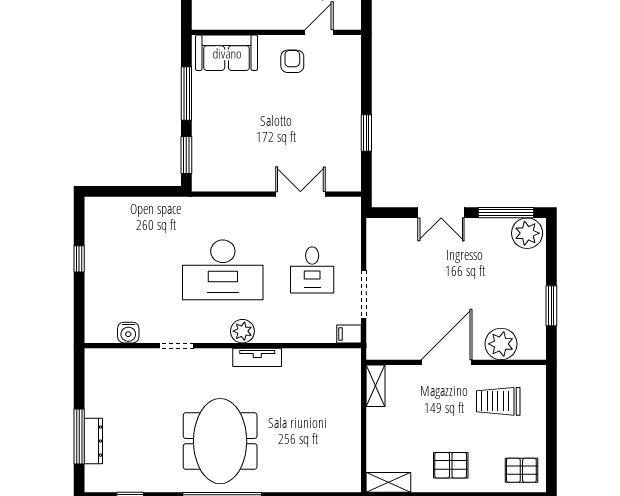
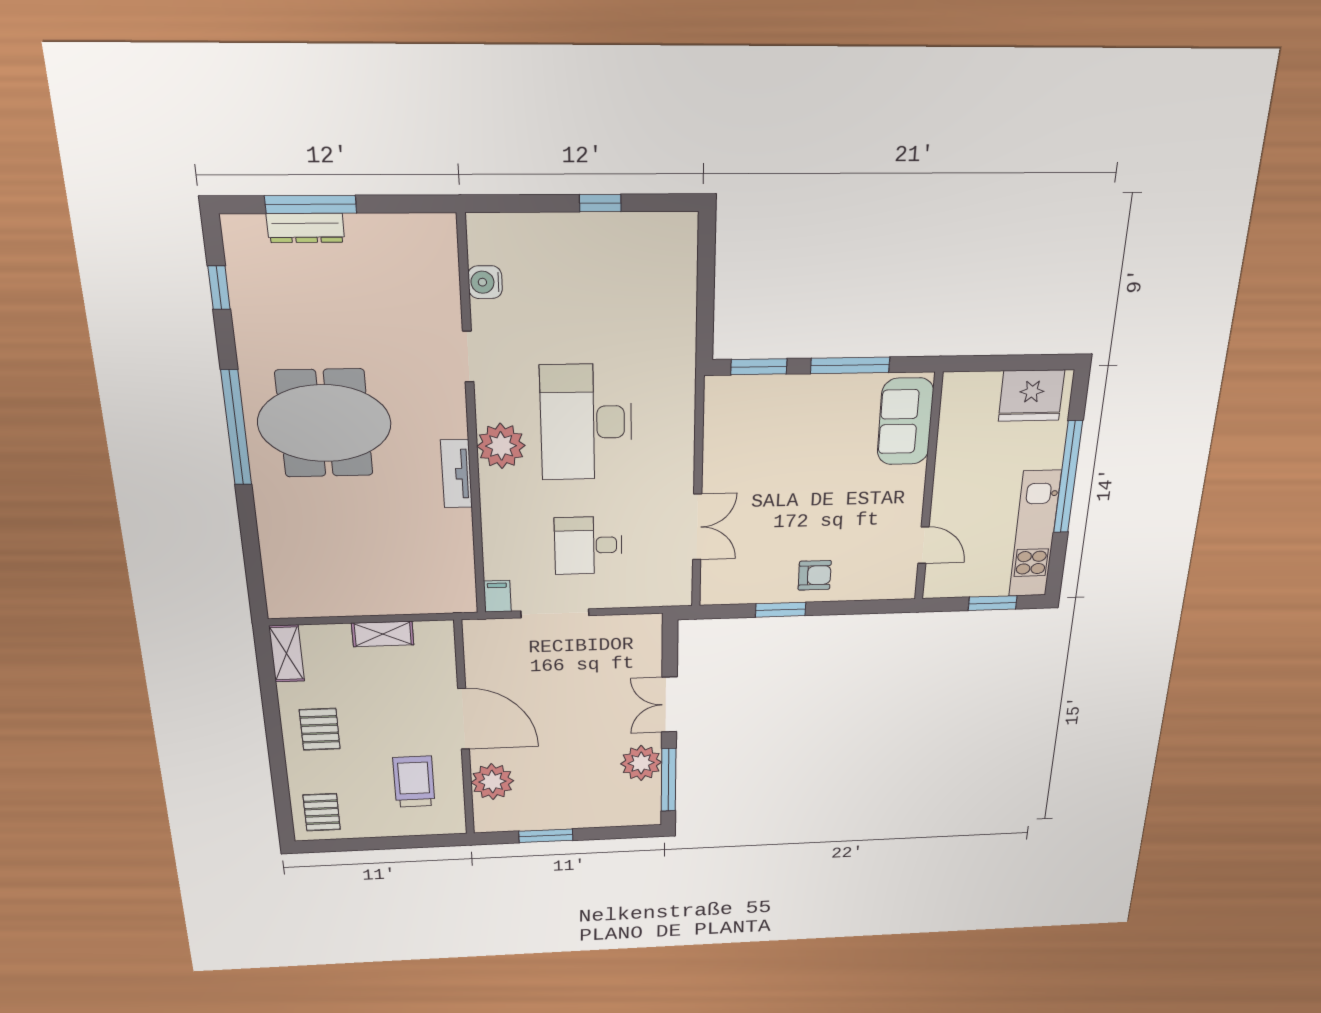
armchair: (292, 61) -> (815, 575), moved
plant: (527, 233) -> (641, 763), moved
plant: (242, 331) -> (501, 446), width x1.36, depth x1.36
shelving: (376, 386) -> (383, 634), moved

